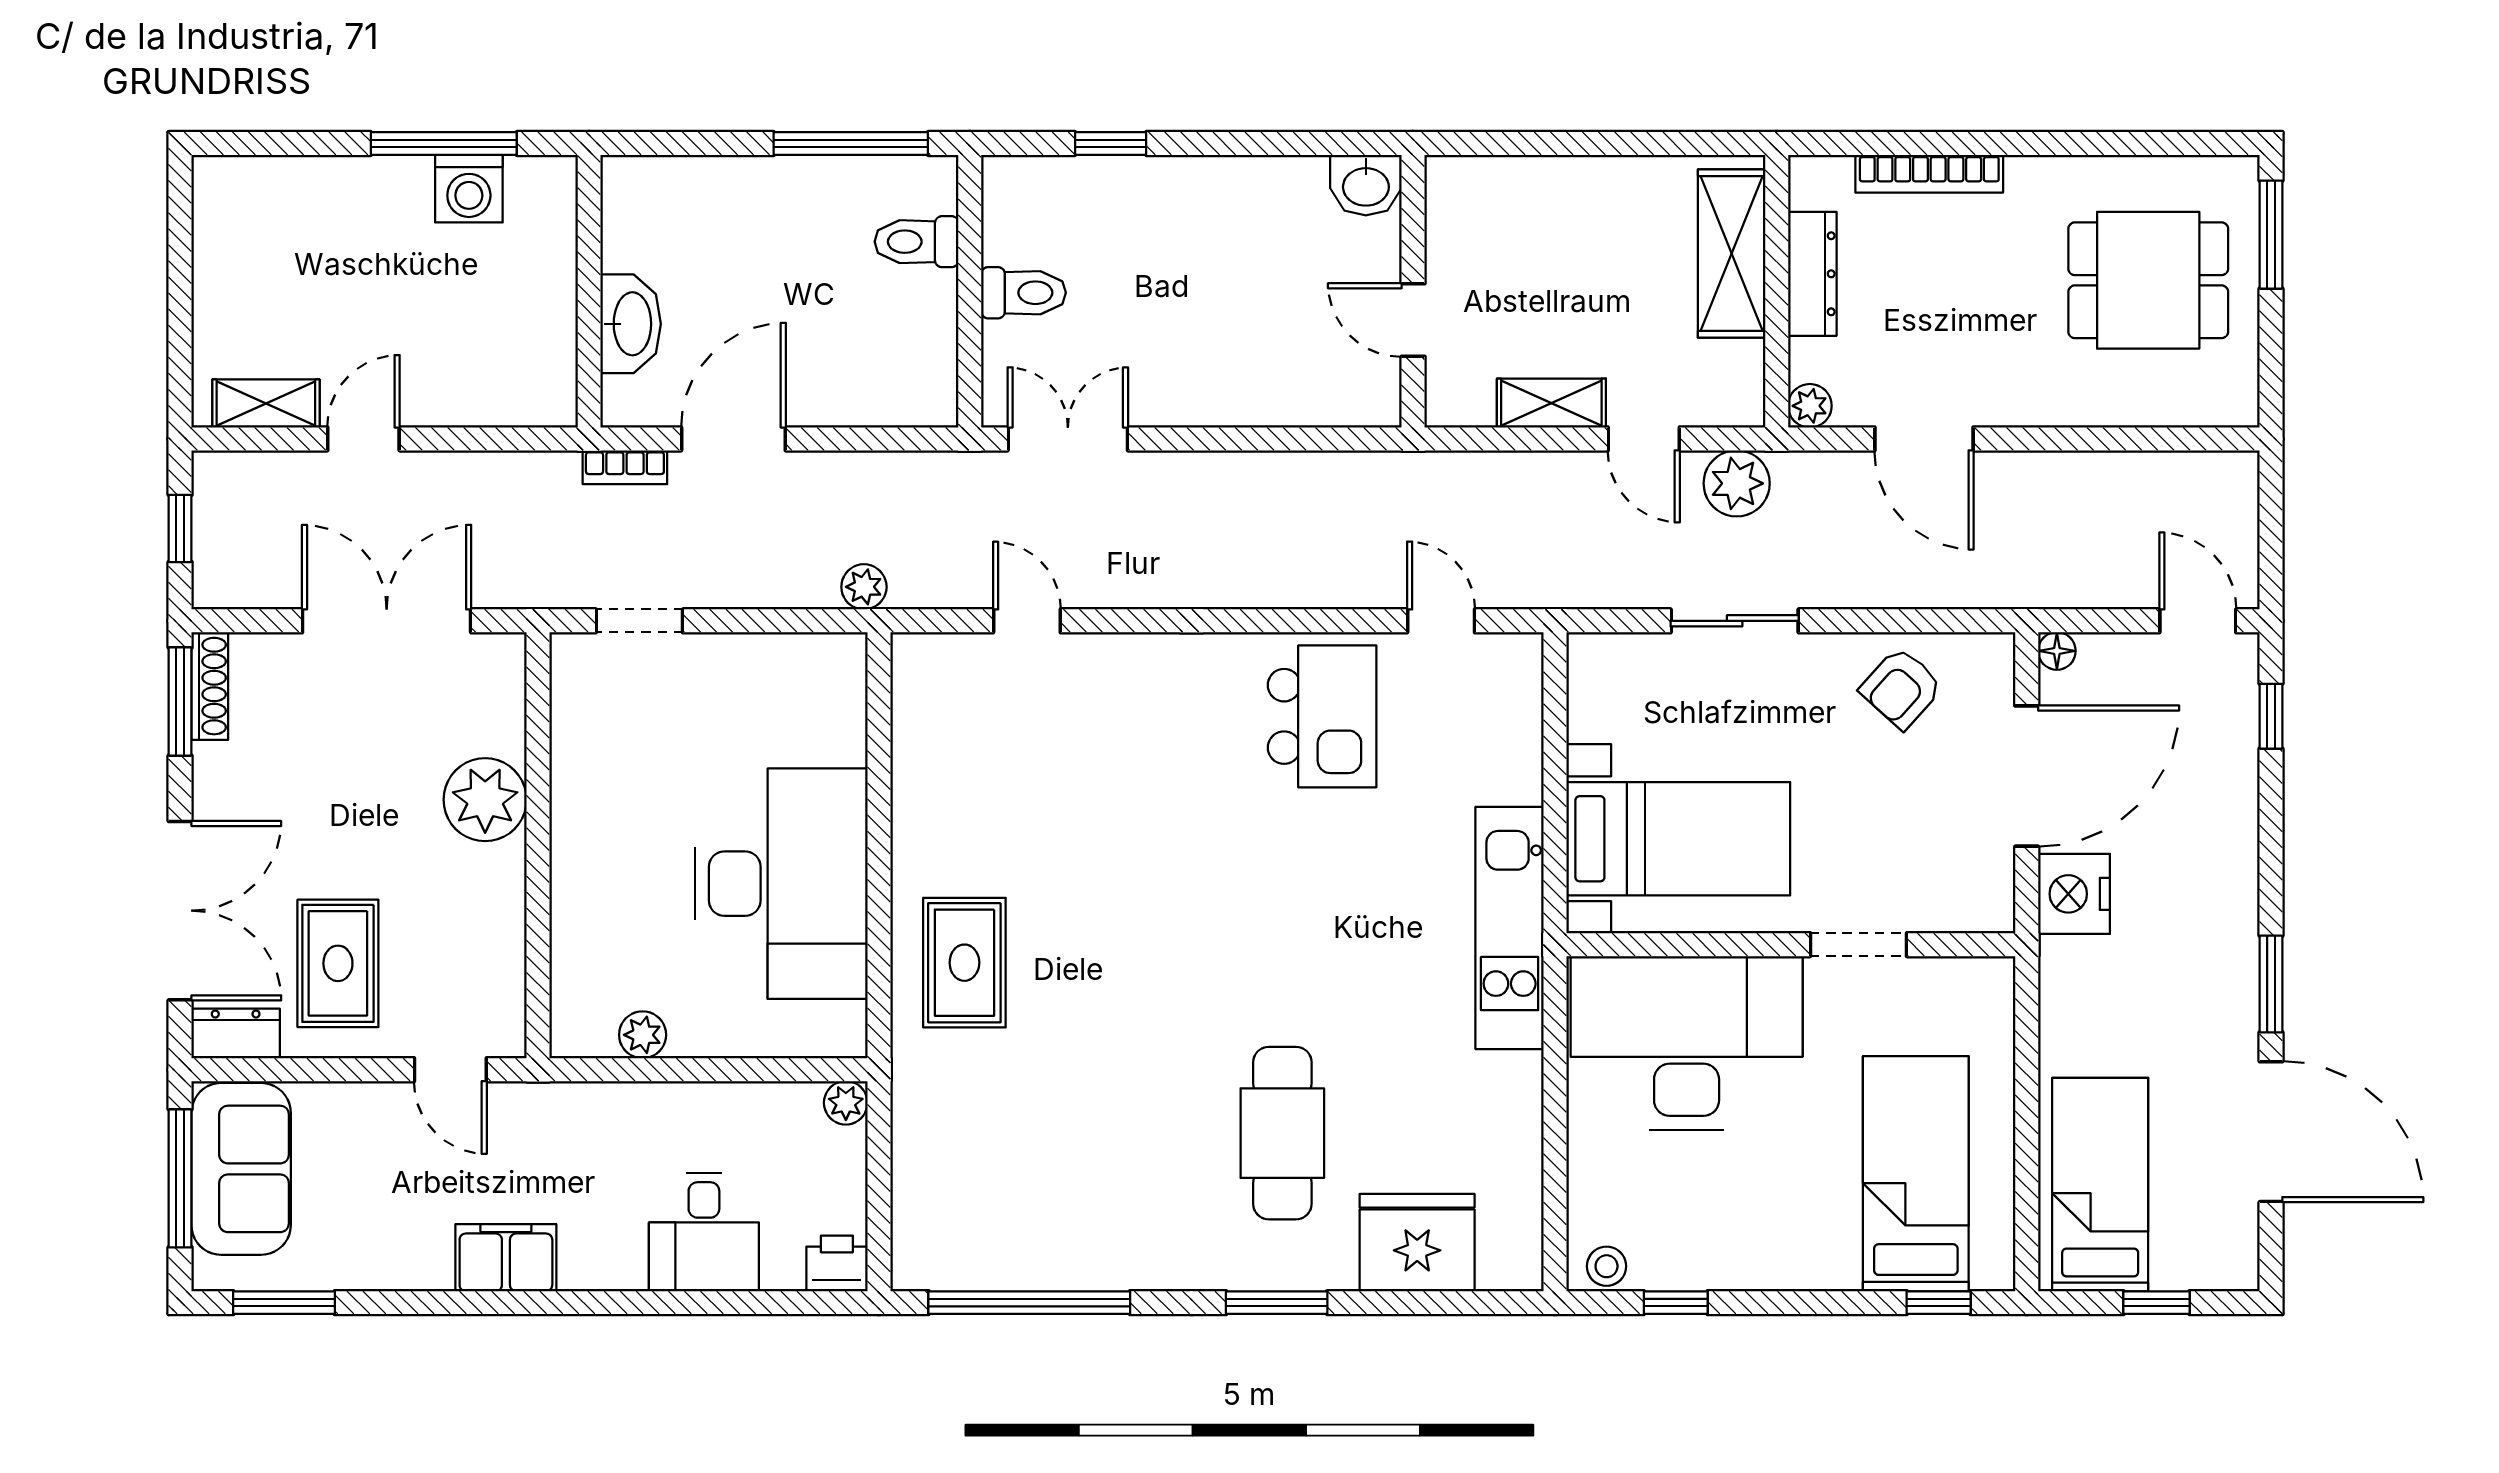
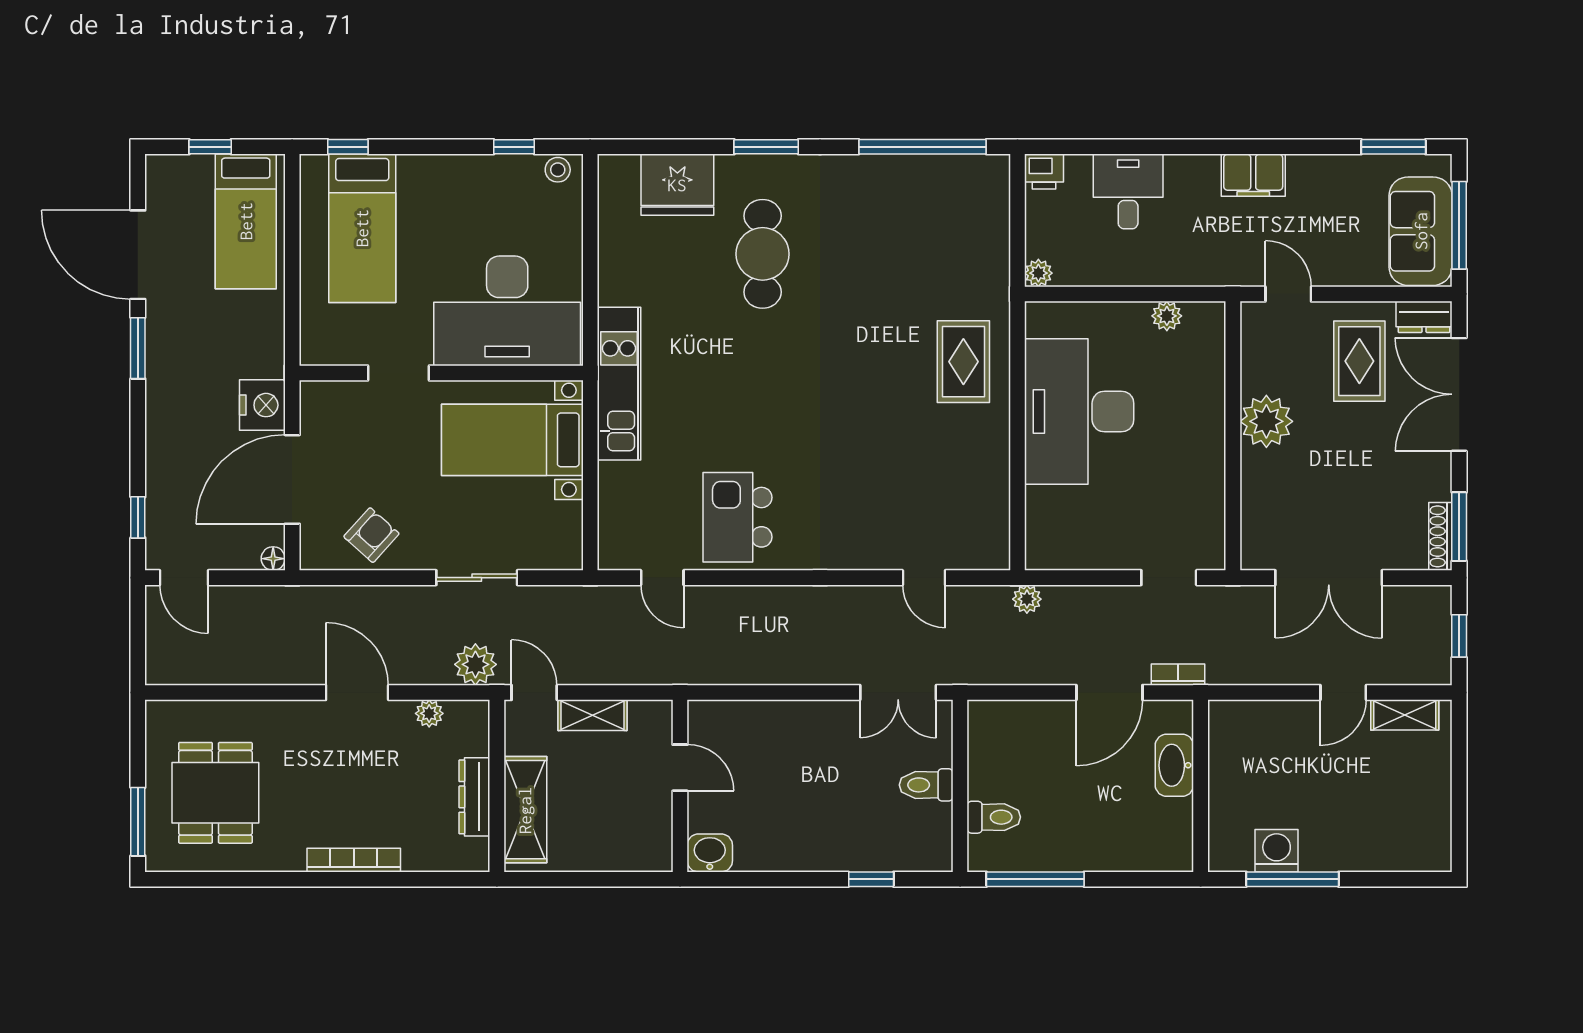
shelving: (1732, 254) -> (525, 810), moved
dresser: (1812, 274) -> (474, 797), moved
dining table: (2148, 280) -> (215, 793), turned 90
wall: (1777, 291) -> (497, 786), moved
plant: (485, 800) -> (1266, 421), moved

